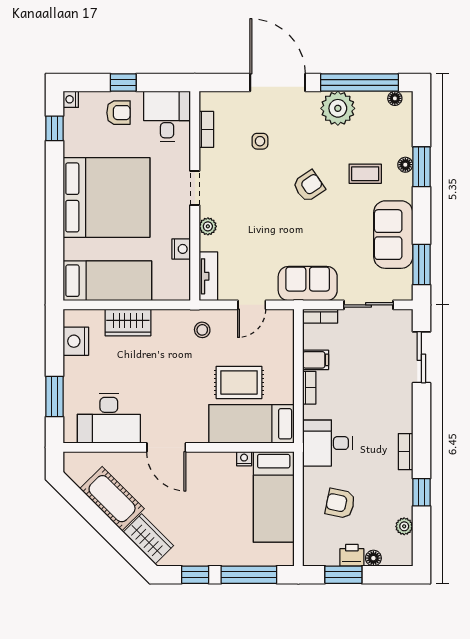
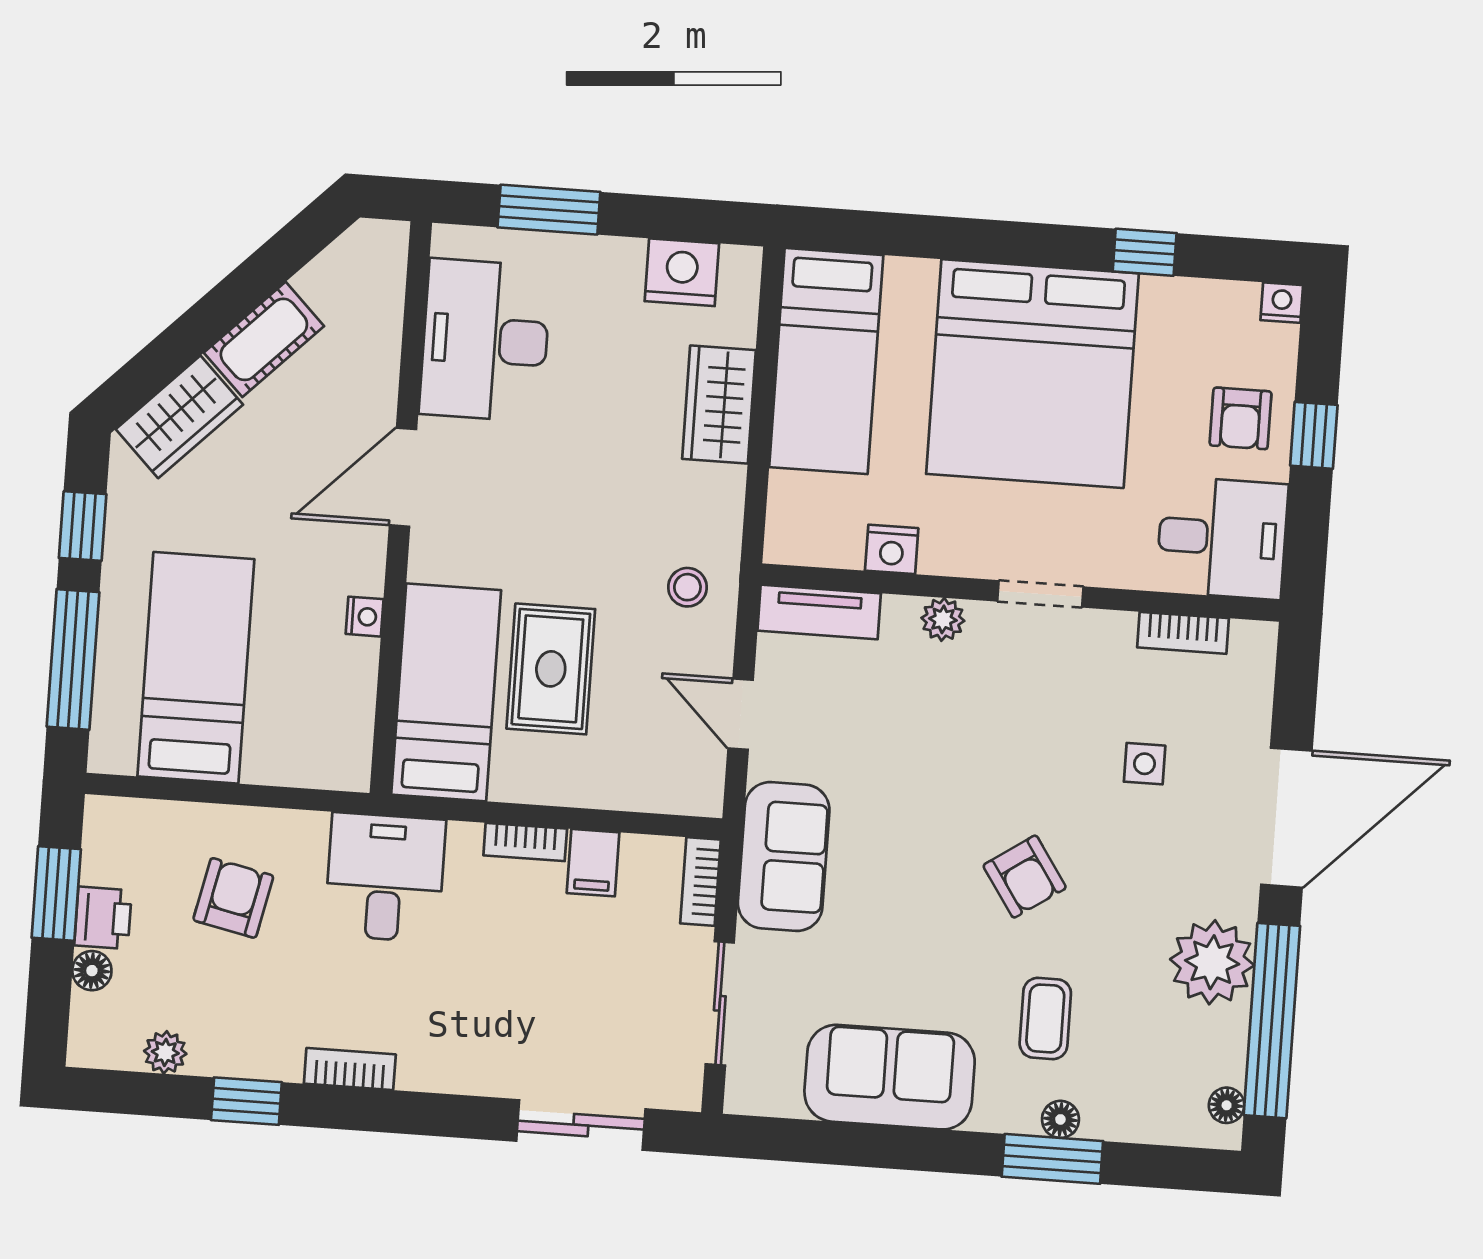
window: (55, 128) -> (1145, 252), moved
window: (421, 265) -> (810, 1142), removed
nightstand: (244, 459) -> (365, 617), moved
bed: (274, 497) -> (196, 668), moved, turned 90
cot: (112, 499) -> (264, 339), width x0.73, depth x0.75

